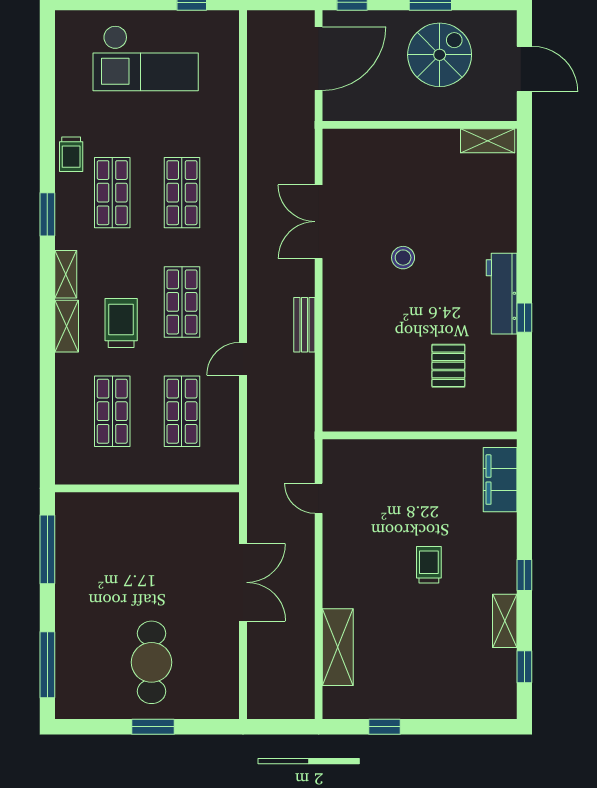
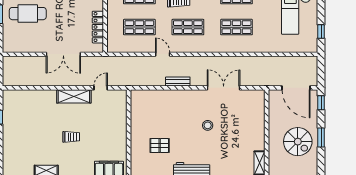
locker: (182, 504) -> (98, 27), added
shelving: (338, 647) -> (74, 96), moved

